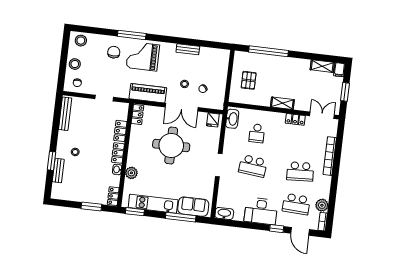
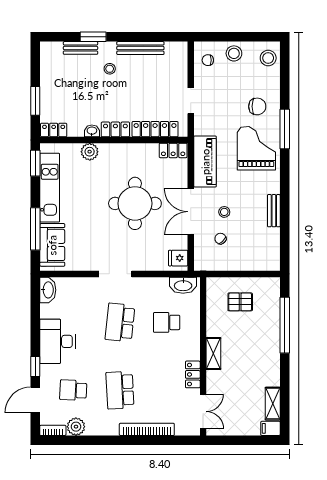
window: (345, 92) -> (240, 440), removed
bench: (65, 114) -> (140, 48), moved
locker: (120, 131) -> (155, 129), width x1.53
school desk: (296, 204) -> (73, 390), width x0.54

